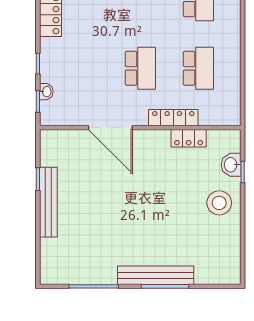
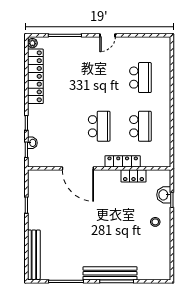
bench: (48, 202) -> (34, 255), moved
stool: (219, 203) -> (155, 222), width x0.53, depth x0.53

